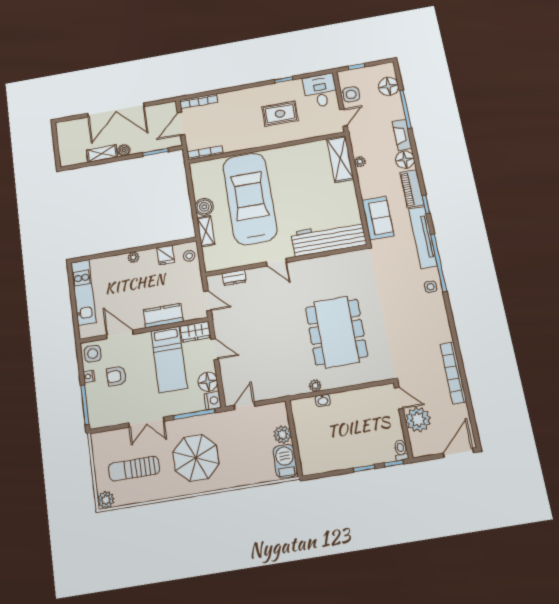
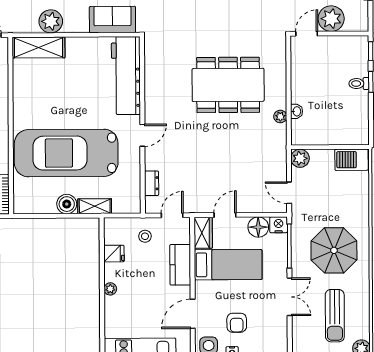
plant: (360, 162) -> (51, 21), width x1.88, depth x1.88
stool: (189, 256) -> (145, 236), moved
plant: (282, 435) -> (300, 158), moved
toilet: (401, 450) -> (359, 84), moved

